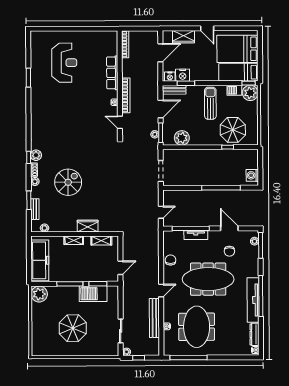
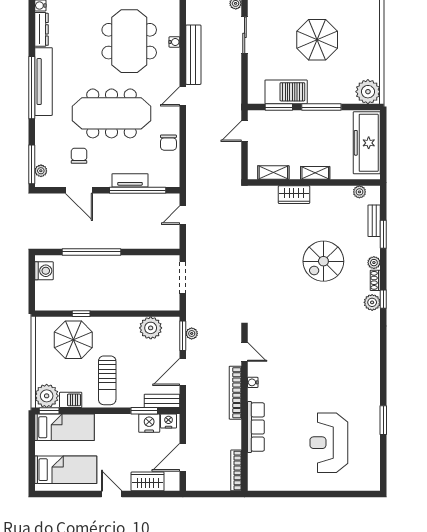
bed: (237, 49) -> (66, 470), width x0.67

